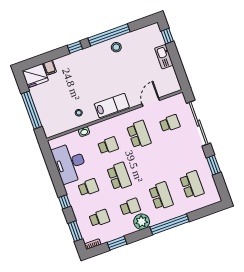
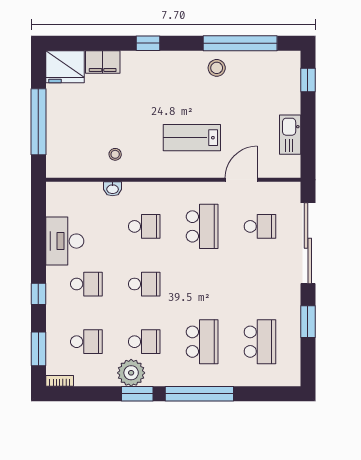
window: (109, 35) -> (240, 43), moved
kitchen sink: (164, 57) -> (290, 135), moved
filing cabinet: (50, 68) -> (103, 62), width x2.00
lab bench: (112, 105) -> (192, 138), moved, turned 180
desk: (70, 163) -> (65, 241), width x0.73, depth x0.77
school desk: (119, 176) -> (144, 284), width x0.54
plant: (142, 222) -> (131, 373), moved
window: (117, 243) -> (137, 394), moved

